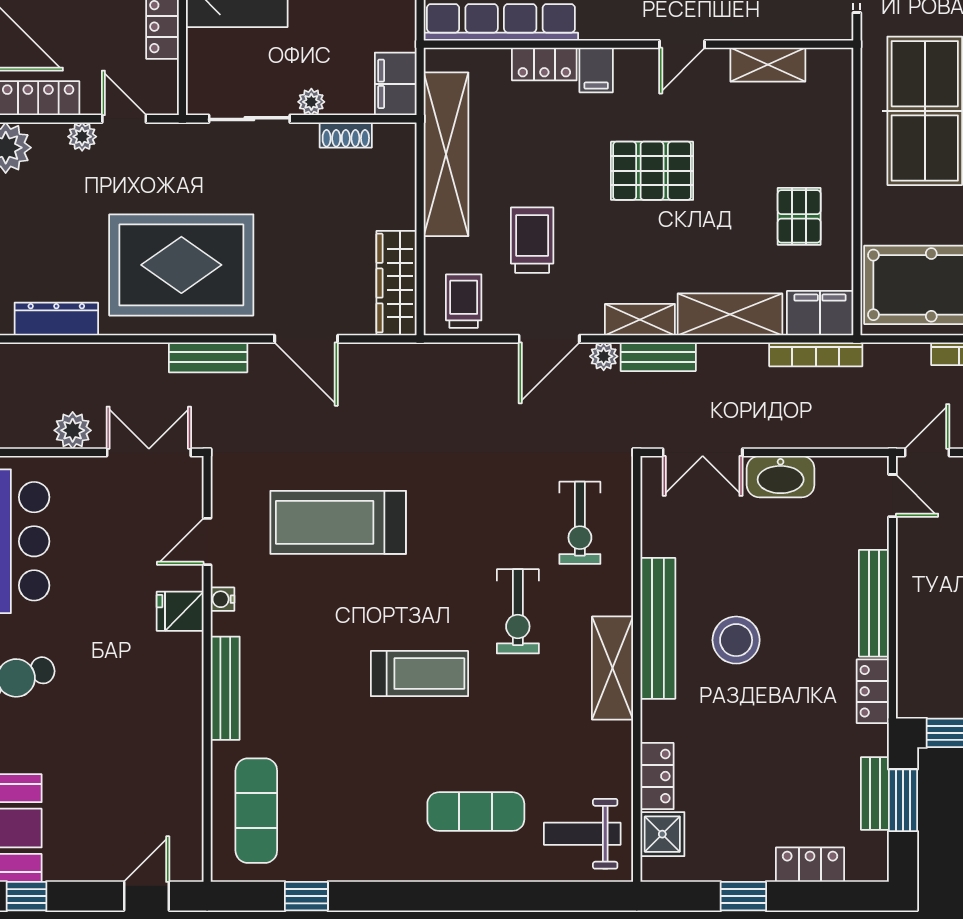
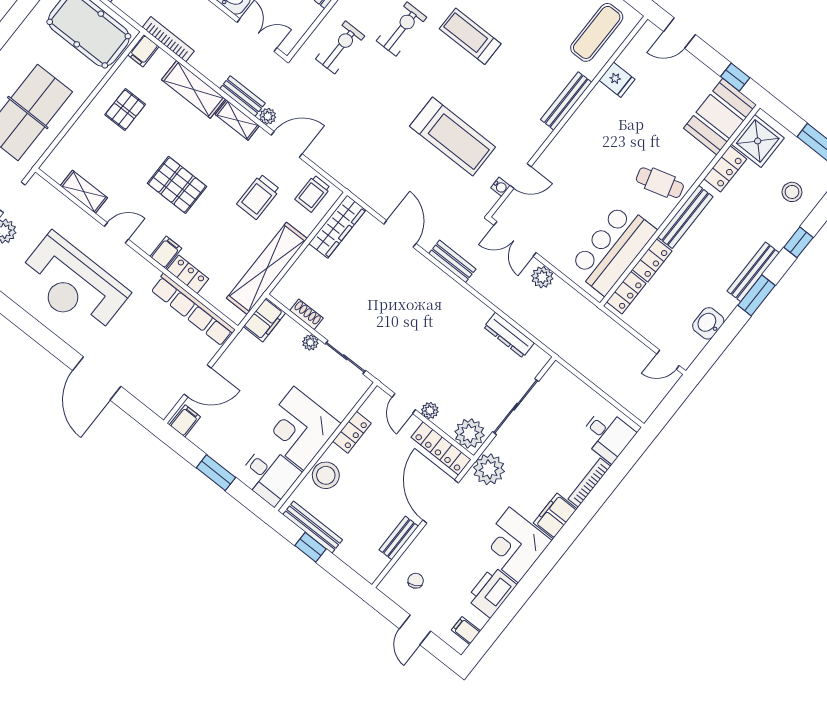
rug: (181, 265) -> (431, 314), removed
filing cabinet: (820, 313) -> (143, 51), width x0.50
water cooler: (223, 599) -> (500, 187), moved
fridge: (180, 611) -> (617, 80), moved

